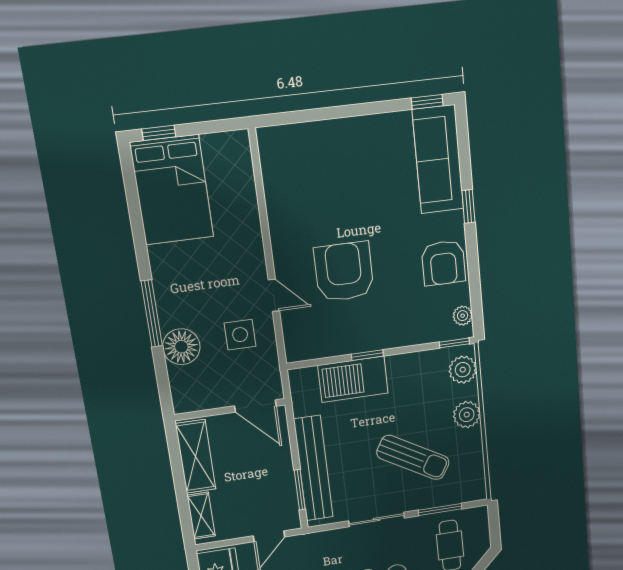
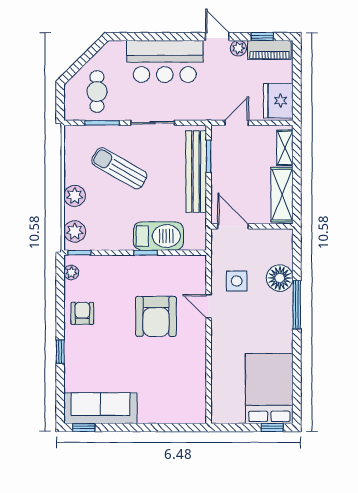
sofa: (438, 160) -> (100, 408), moved, turned -90
armchair: (443, 263) -> (82, 313), width x0.72, depth x0.72

